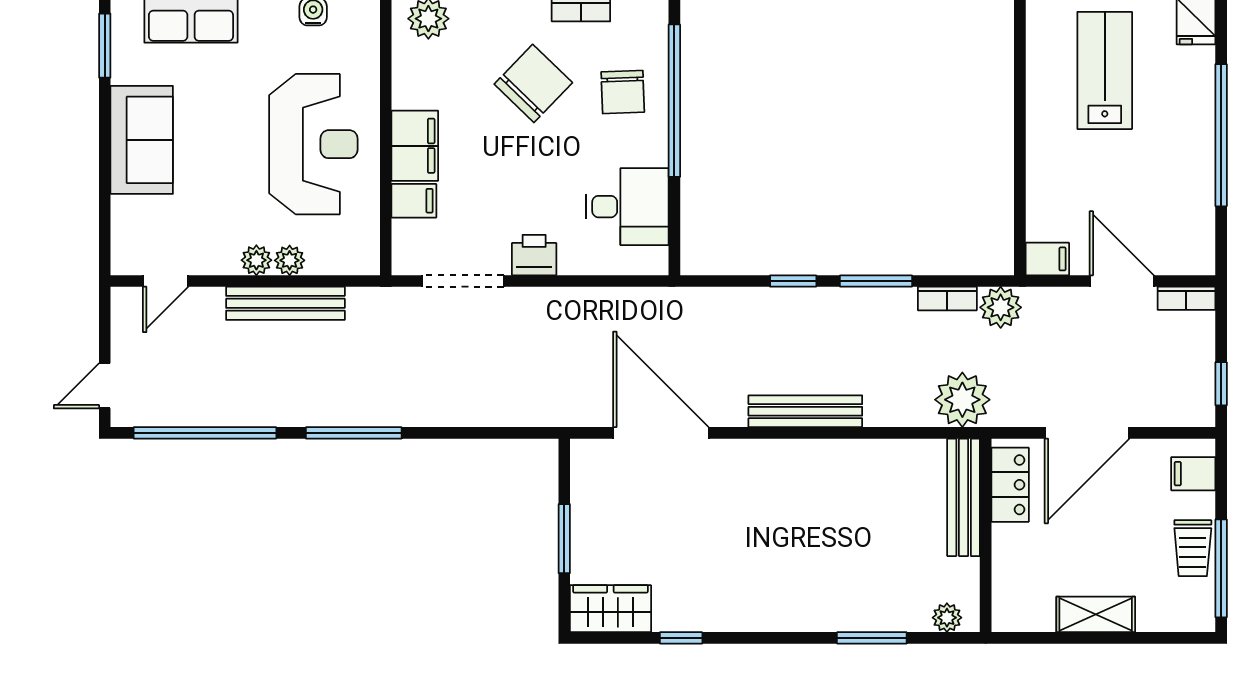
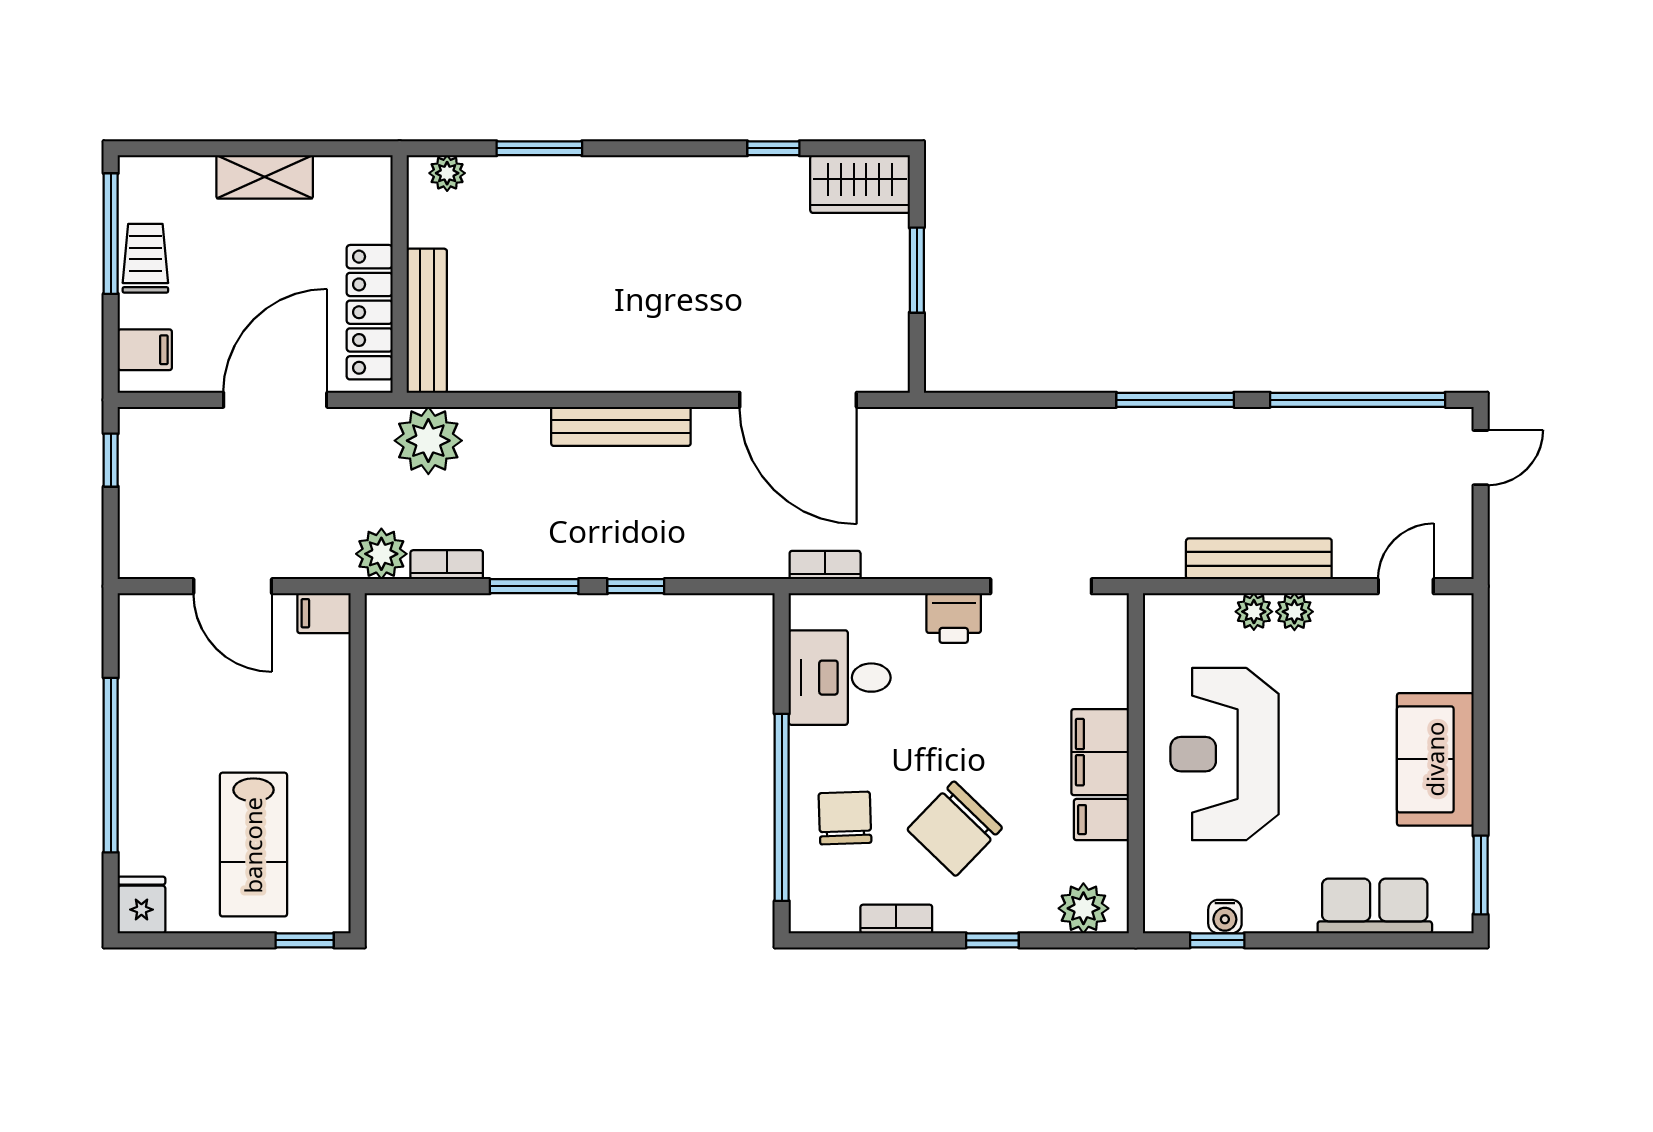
filing cabinet: (414, 201) -> (1101, 820), moved
bookcase: (1186, 298) -> (825, 565), moved
locker: (1010, 485) -> (370, 312), width x1.53

